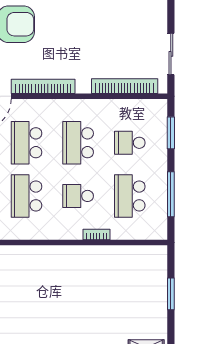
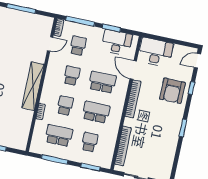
school desk: (26, 196) -> (72, 76), width x0.54
shelving: (57, 256) -> (33, 86), added

